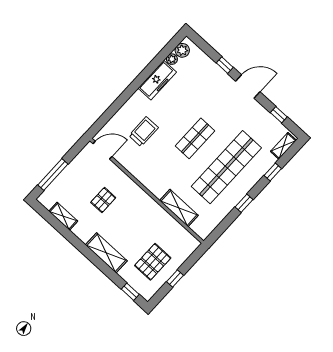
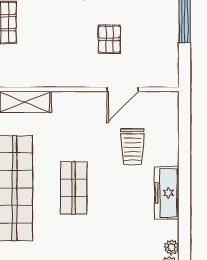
freezer: (157, 80) -> (167, 193), moved
door: (102, 150) -> (123, 89), moved

